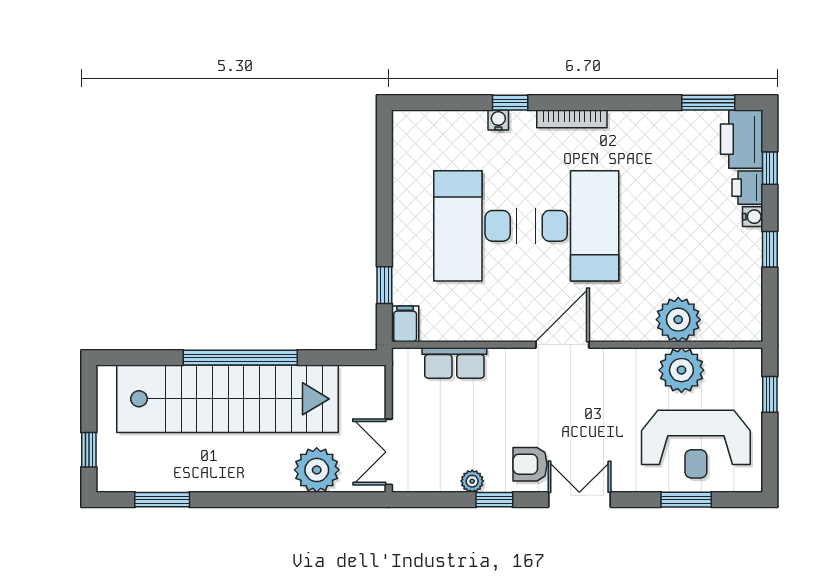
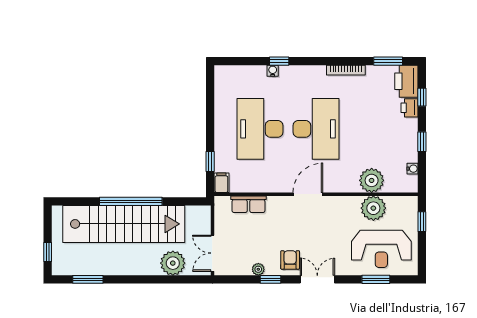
bookcase: (572, 119) -> (346, 70), moved
water cooler: (753, 217) -> (412, 169), moved
armchair: (530, 464) -> (290, 260), turned 90

